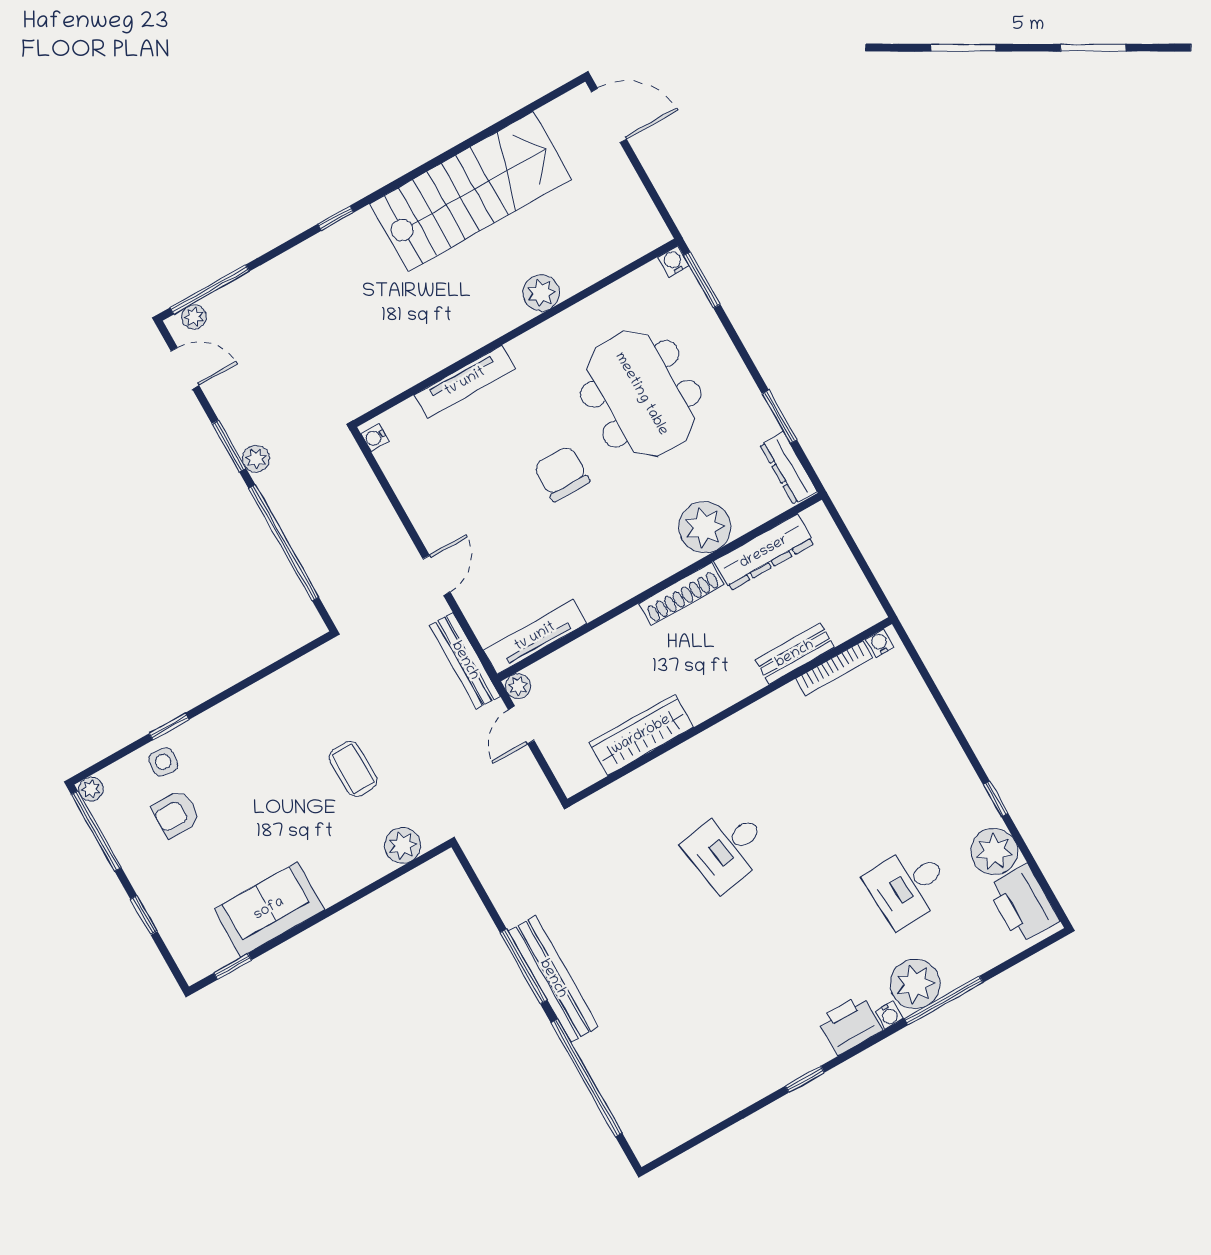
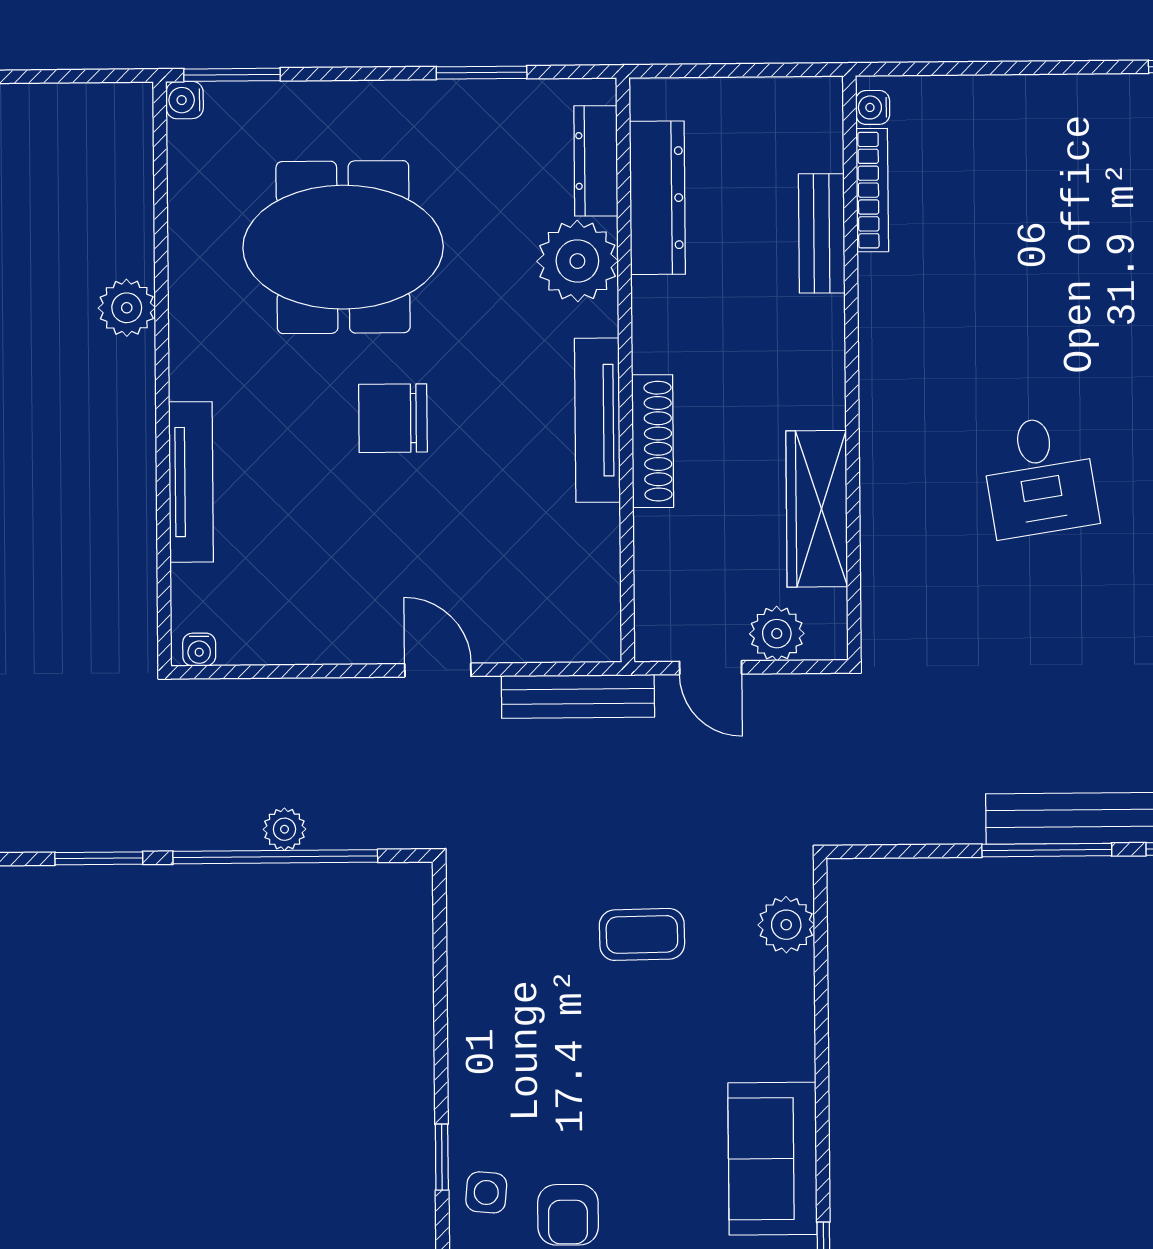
plant: (256, 459) -> (284, 829), moved
dresser: (788, 468) -> (596, 161), moved, turned 90
shoe rack: (681, 594) -> (653, 441), moved
tv unit: (535, 637) -> (597, 420), moved
plant: (518, 686) -> (777, 634), moved, width x1.38, depth x1.38

